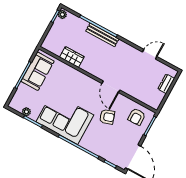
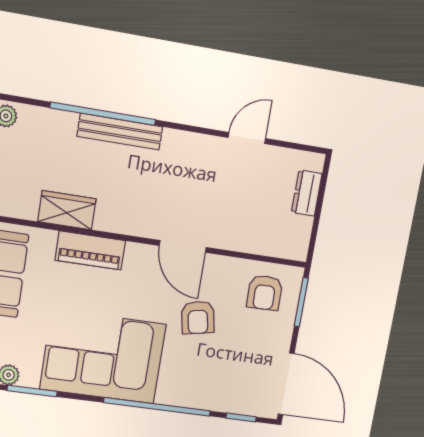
piano: (75, 75) -> (90, 250), added
armchair: (107, 117) -> (198, 317), turned 97

